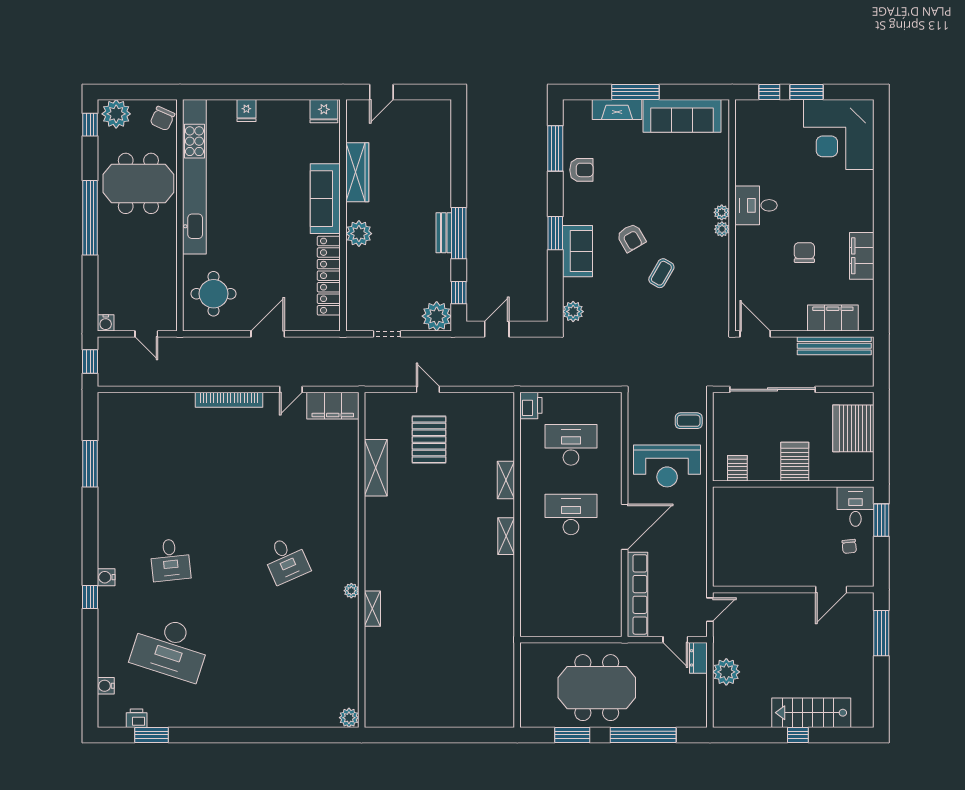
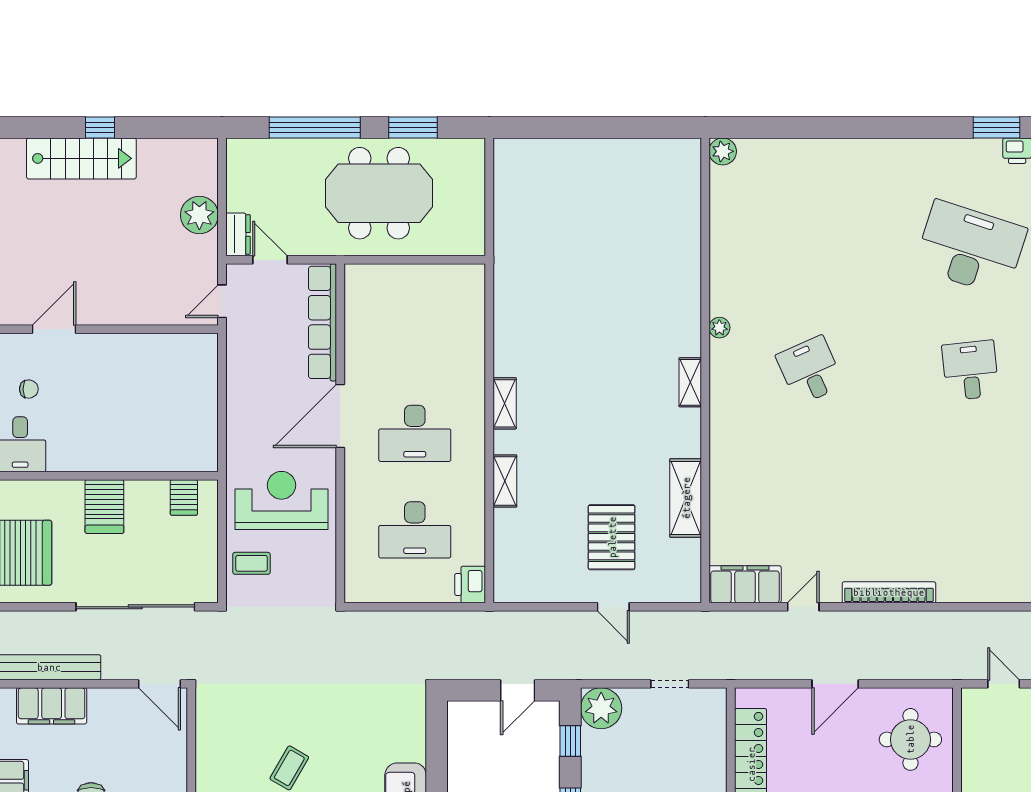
plant: (573, 312) -> (412, 715), removed
chair: (849, 546) -> (29, 389), turned 96
shelving: (372, 609) -> (690, 382), moved

